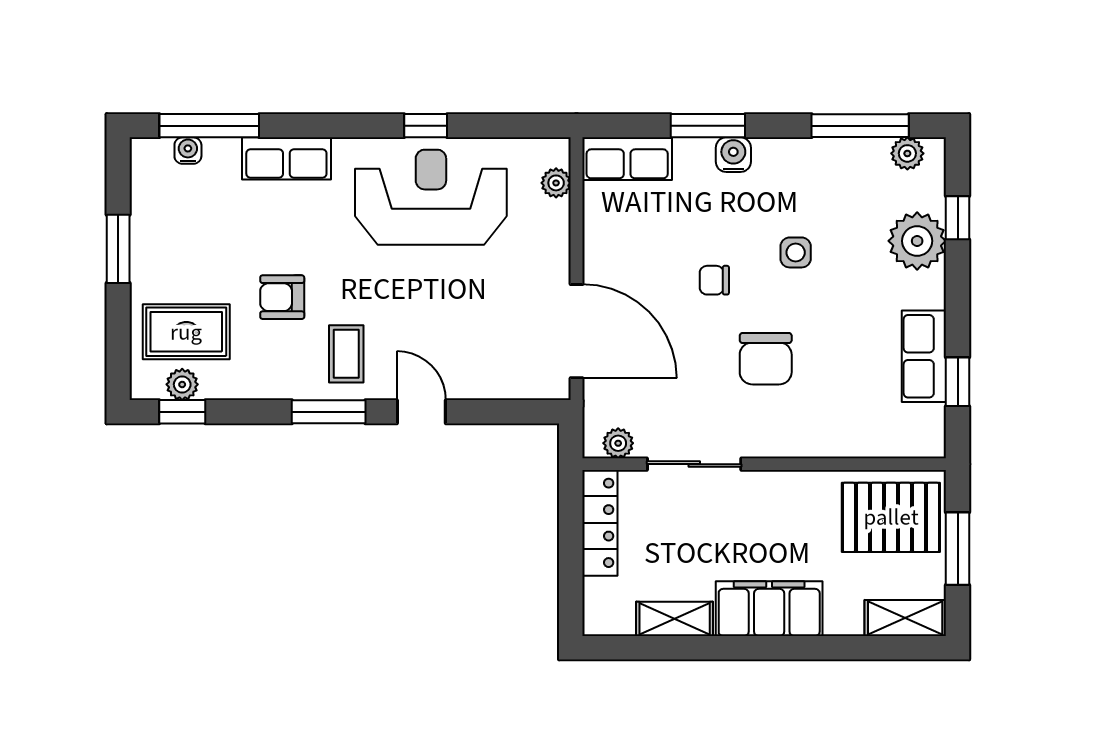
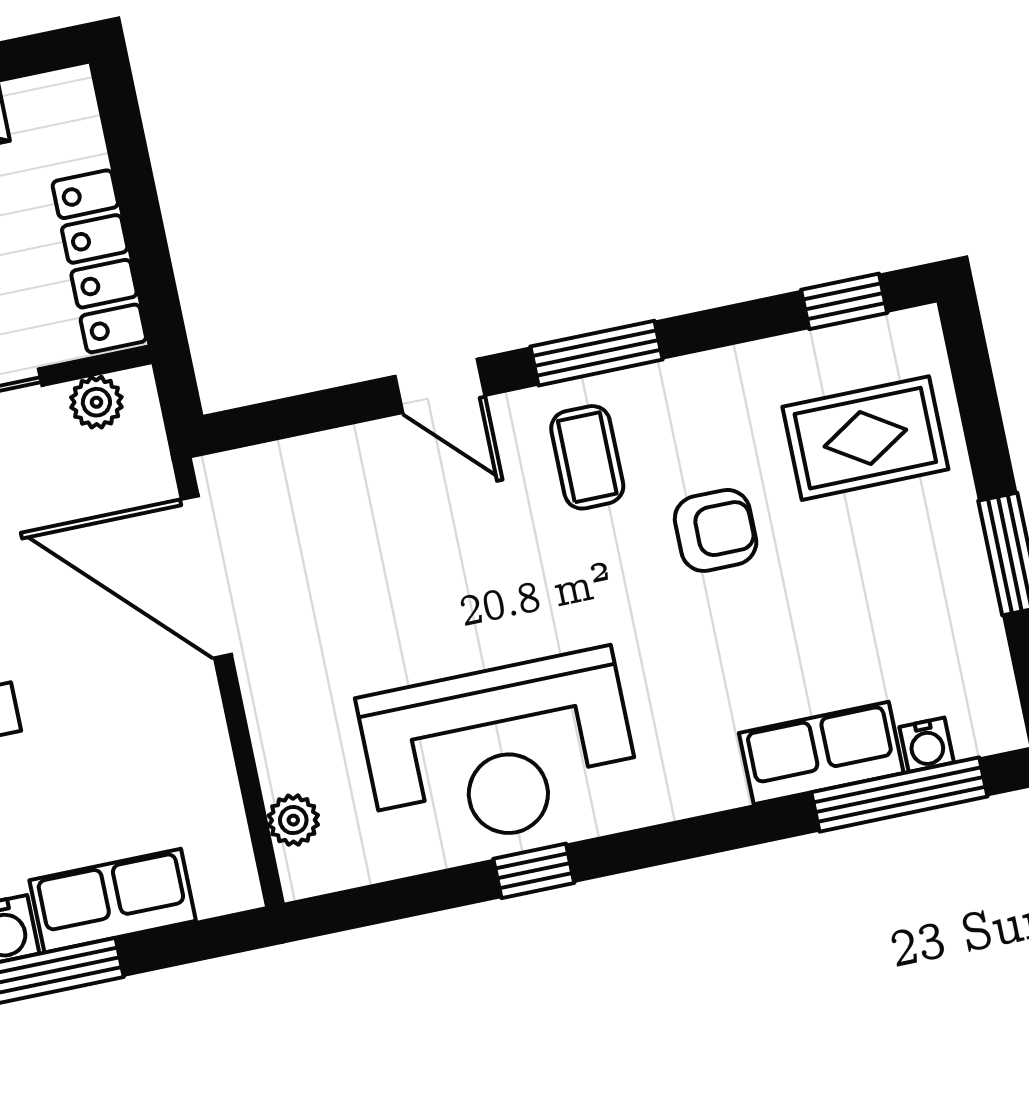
row of seats: (286, 158) -> (821, 753), moved
row of seats: (627, 159) -> (113, 901), moved
plant: (182, 384) -> (854, 348), removed

